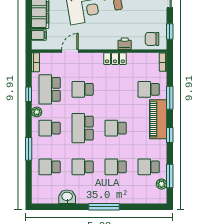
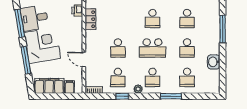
school desk: (50, 89) -> (118, 77), width x0.54

